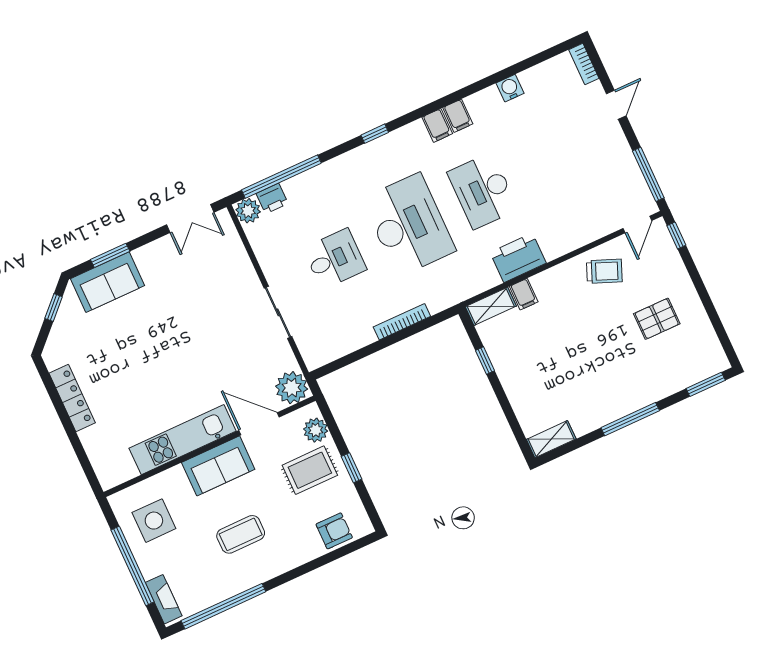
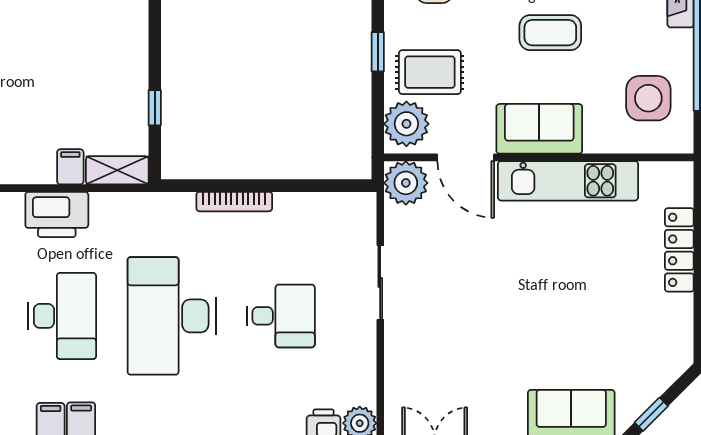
desk: (335, 259) -> (281, 316), turned 180
locker: (72, 398) -> (679, 250), moved
plant: (316, 430) -> (406, 124), width x1.36, depth x1.36

